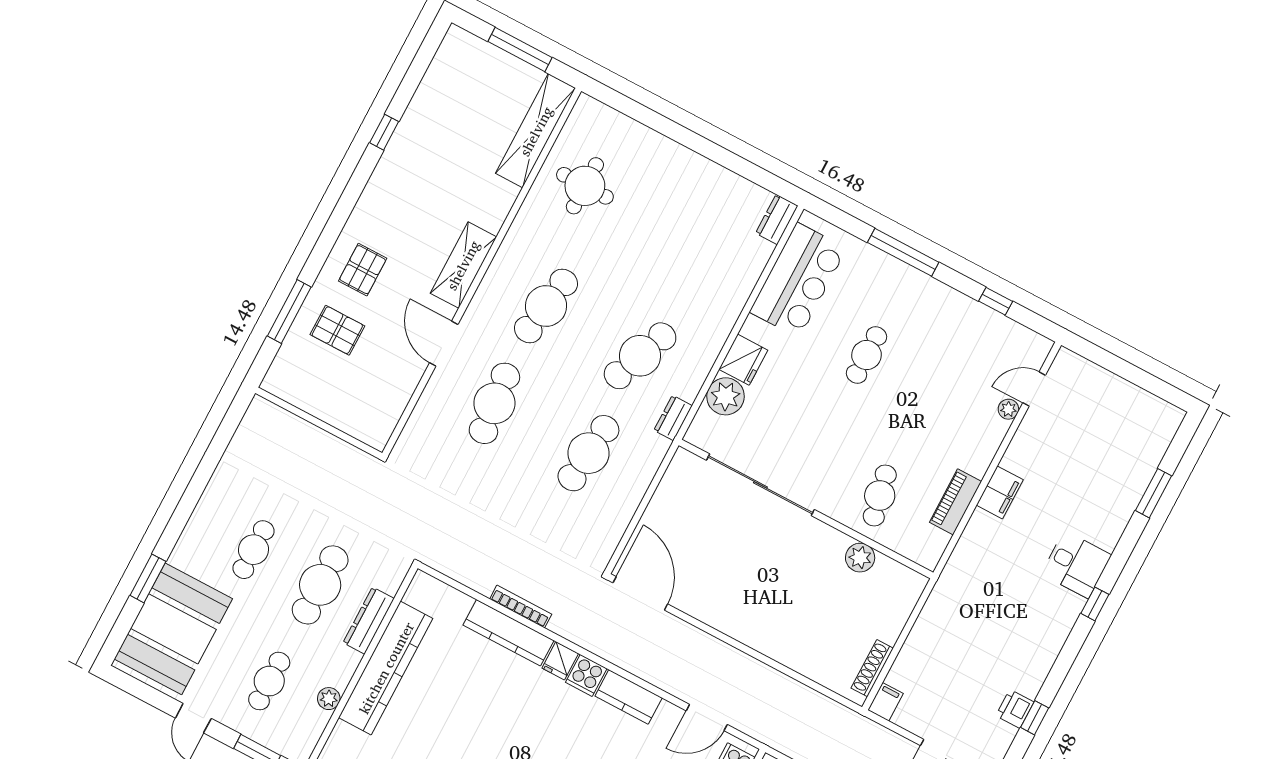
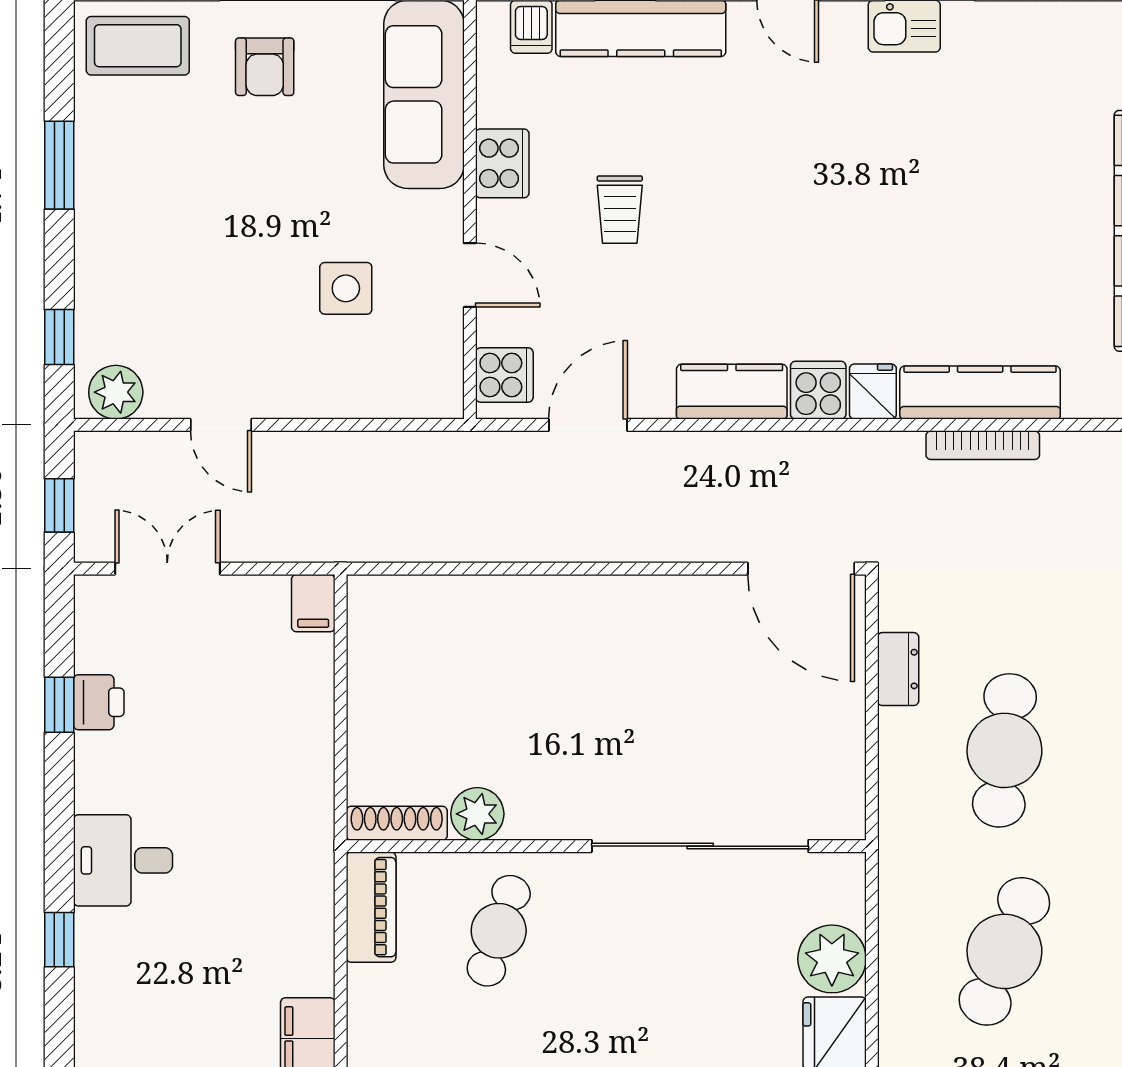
dresser: (673, 418) -> (898, 669), moved
cafe table: (880, 495) -> (499, 931), turned 30
piano: (955, 502) -> (371, 907), moved
desk: (1076, 564) -> (123, 860), moved
shoe rack: (872, 668) -> (397, 823), moved, turned -90

